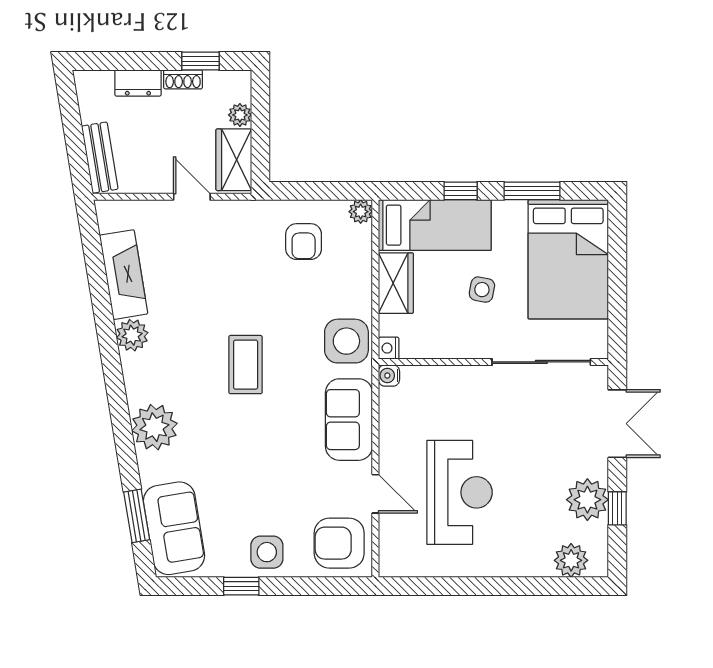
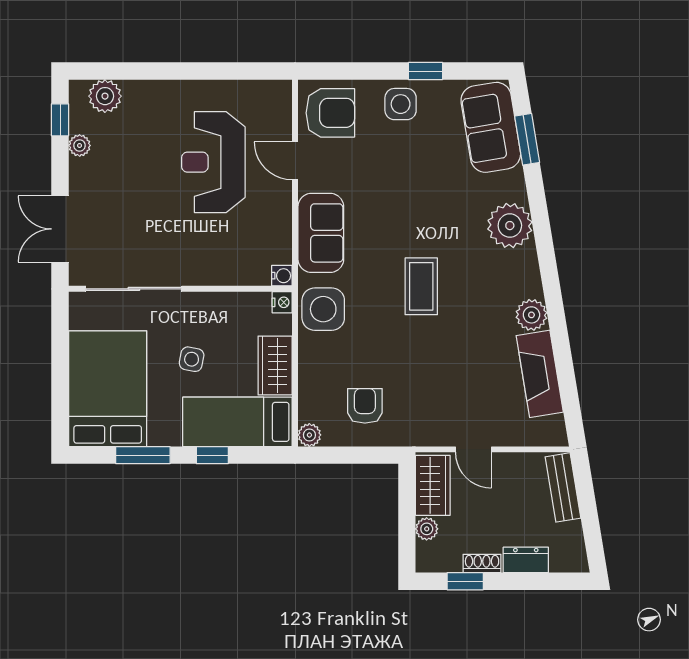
plant: (587, 500) -> (80, 145), width x0.53, depth x0.53
window: (617, 508) -> (60, 120), moved

